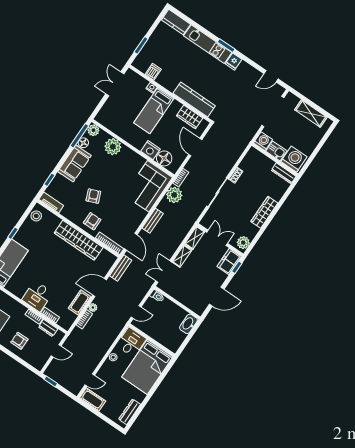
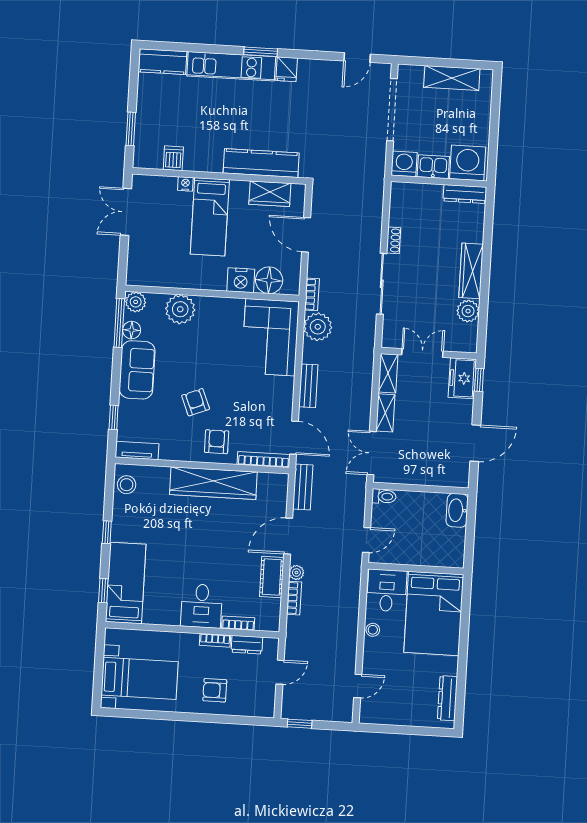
plant: (243, 243) -> (468, 311), moved
cot: (93, 400) -> (380, 713), removed

